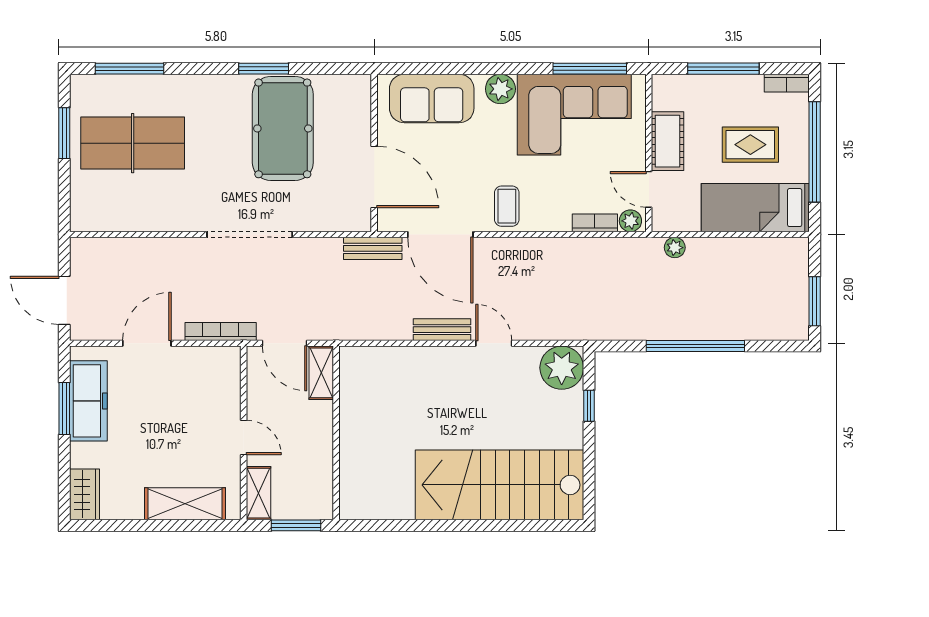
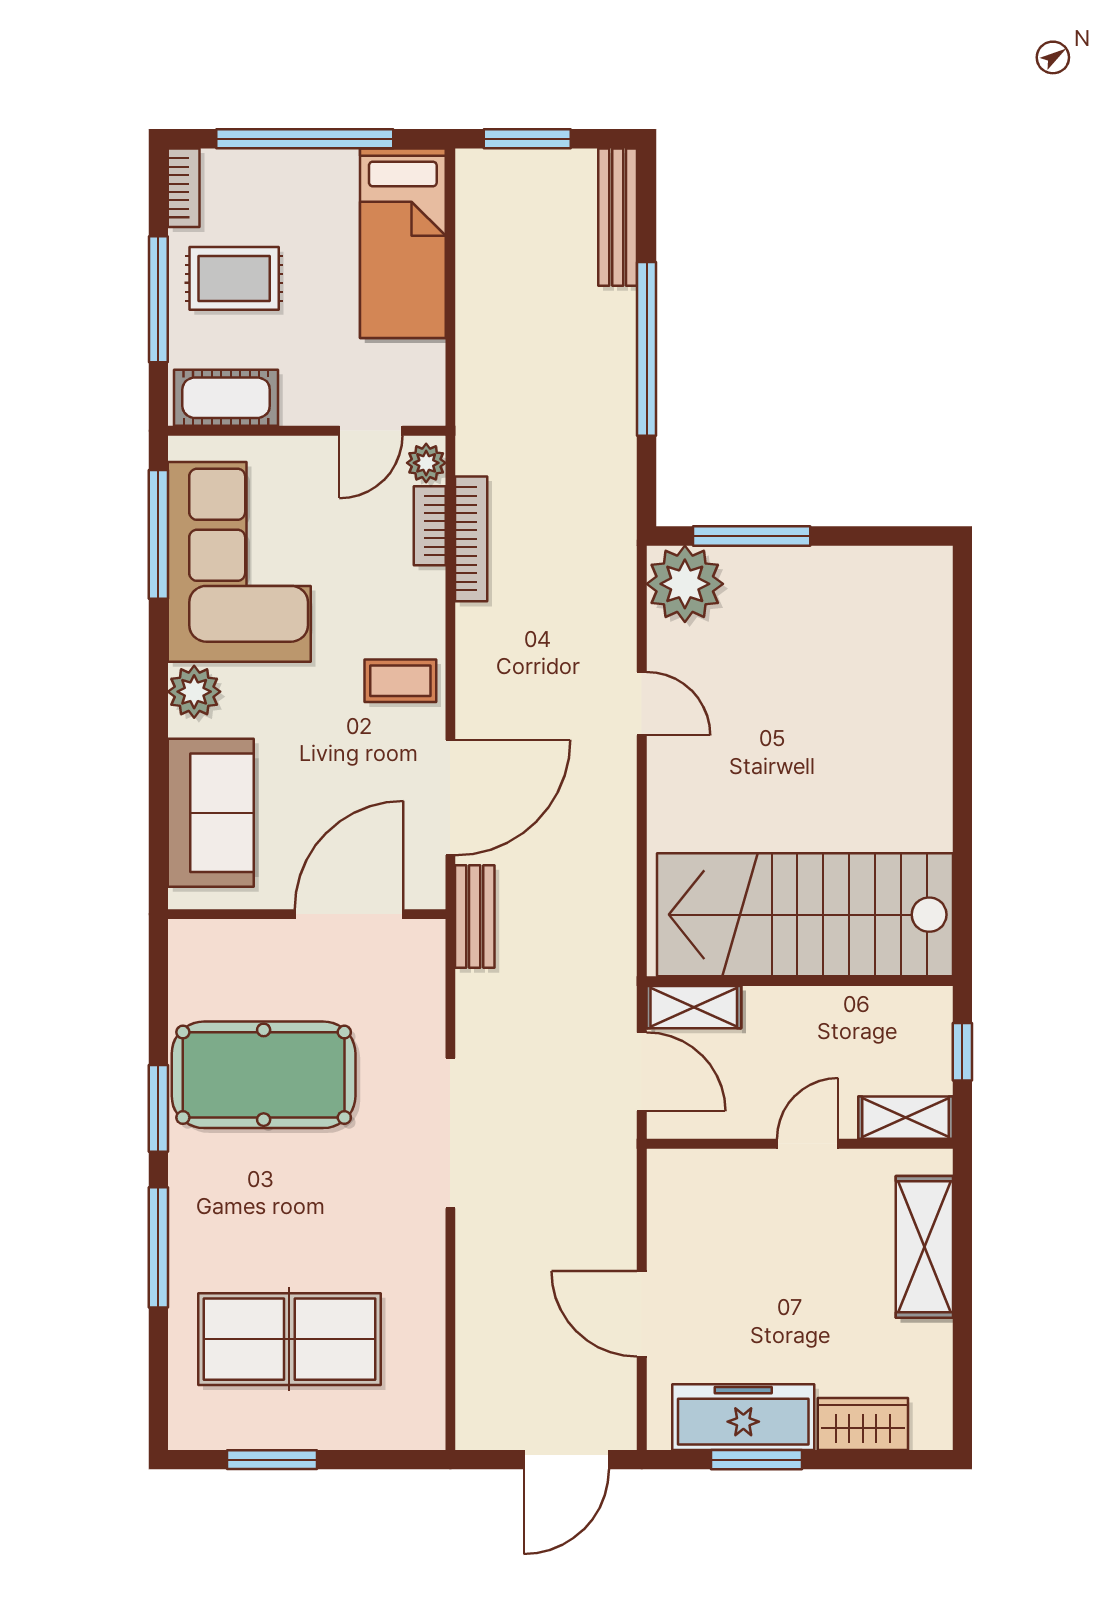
window: (130, 69) -> (158, 1247), moved
cot: (667, 141) -> (226, 398), moved
table tennis table: (133, 143) -> (289, 1339), turned 90
rug: (750, 145) -> (234, 278), moved, turned 90
plant: (675, 248) -> (473, 385), removed
window: (815, 301) -> (527, 139), moved
bench: (442, 330) -> (618, 217), moved, width x1.36
bookcase: (221, 331) -> (471, 539), moved, turned 180
door: (285, 343) -> (642, 1072), hinge flipped
door: (494, 343) -> (642, 704), swing flipped
window: (589, 406) -> (752, 536), width x2.17
stairs: (499, 485) -> (805, 915), moved, turned 90
wardrobe: (84, 494) -> (863, 1424), moved
window: (296, 525) -> (962, 1052), width x0.67

